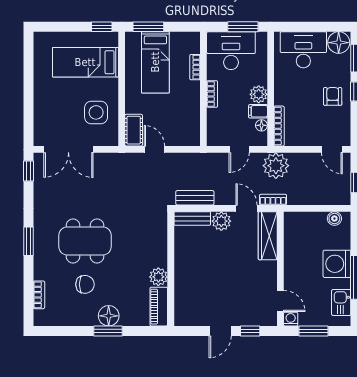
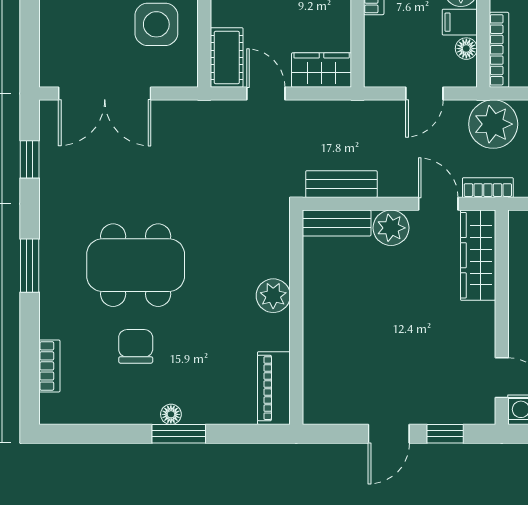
wardrobe: (184, 137) -> (322, 70), added
window: (28, 171) -> (30, 159), moved
plant: (158, 277) -> (273, 296), moved
chair: (85, 284) -> (136, 346), turned -90
floor lamp: (109, 316) -> (171, 414), width x0.53, depth x0.53

